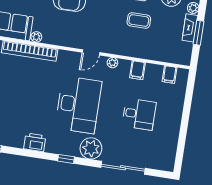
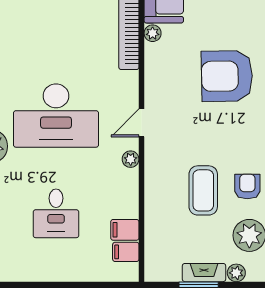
coffee table: (139, 21) -> (203, 190), width x1.36, depth x1.30
door: (91, 52) -> (142, 123), hinge flipped
filing cabinet: (137, 70) -> (125, 230), moved

